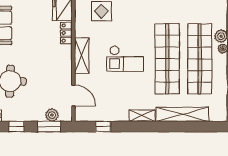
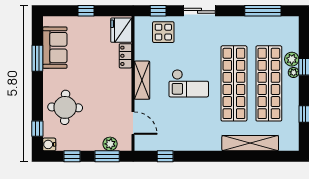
shelving: (142, 116) -> (207, 145), removed

